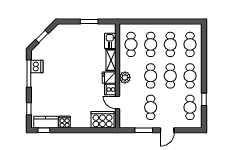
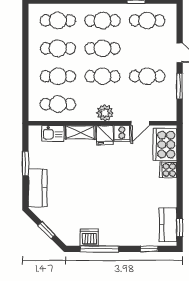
kitchen counter: (72, 30) -> (38, 188), added
cooker: (65, 122) -> (168, 170), moved

